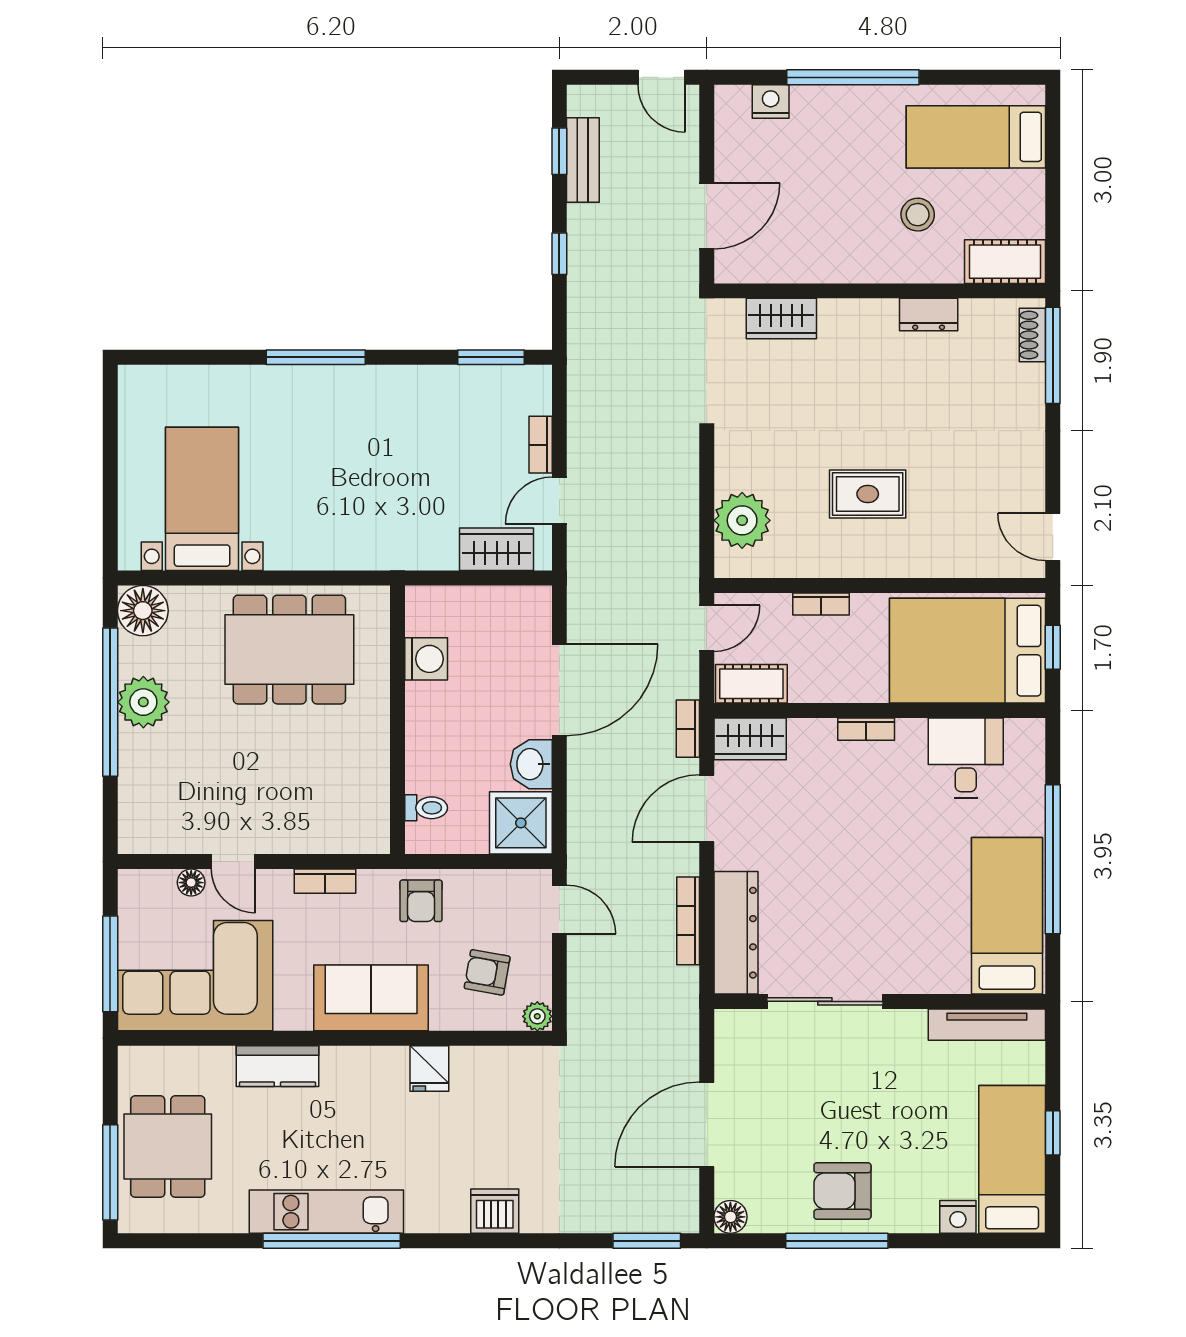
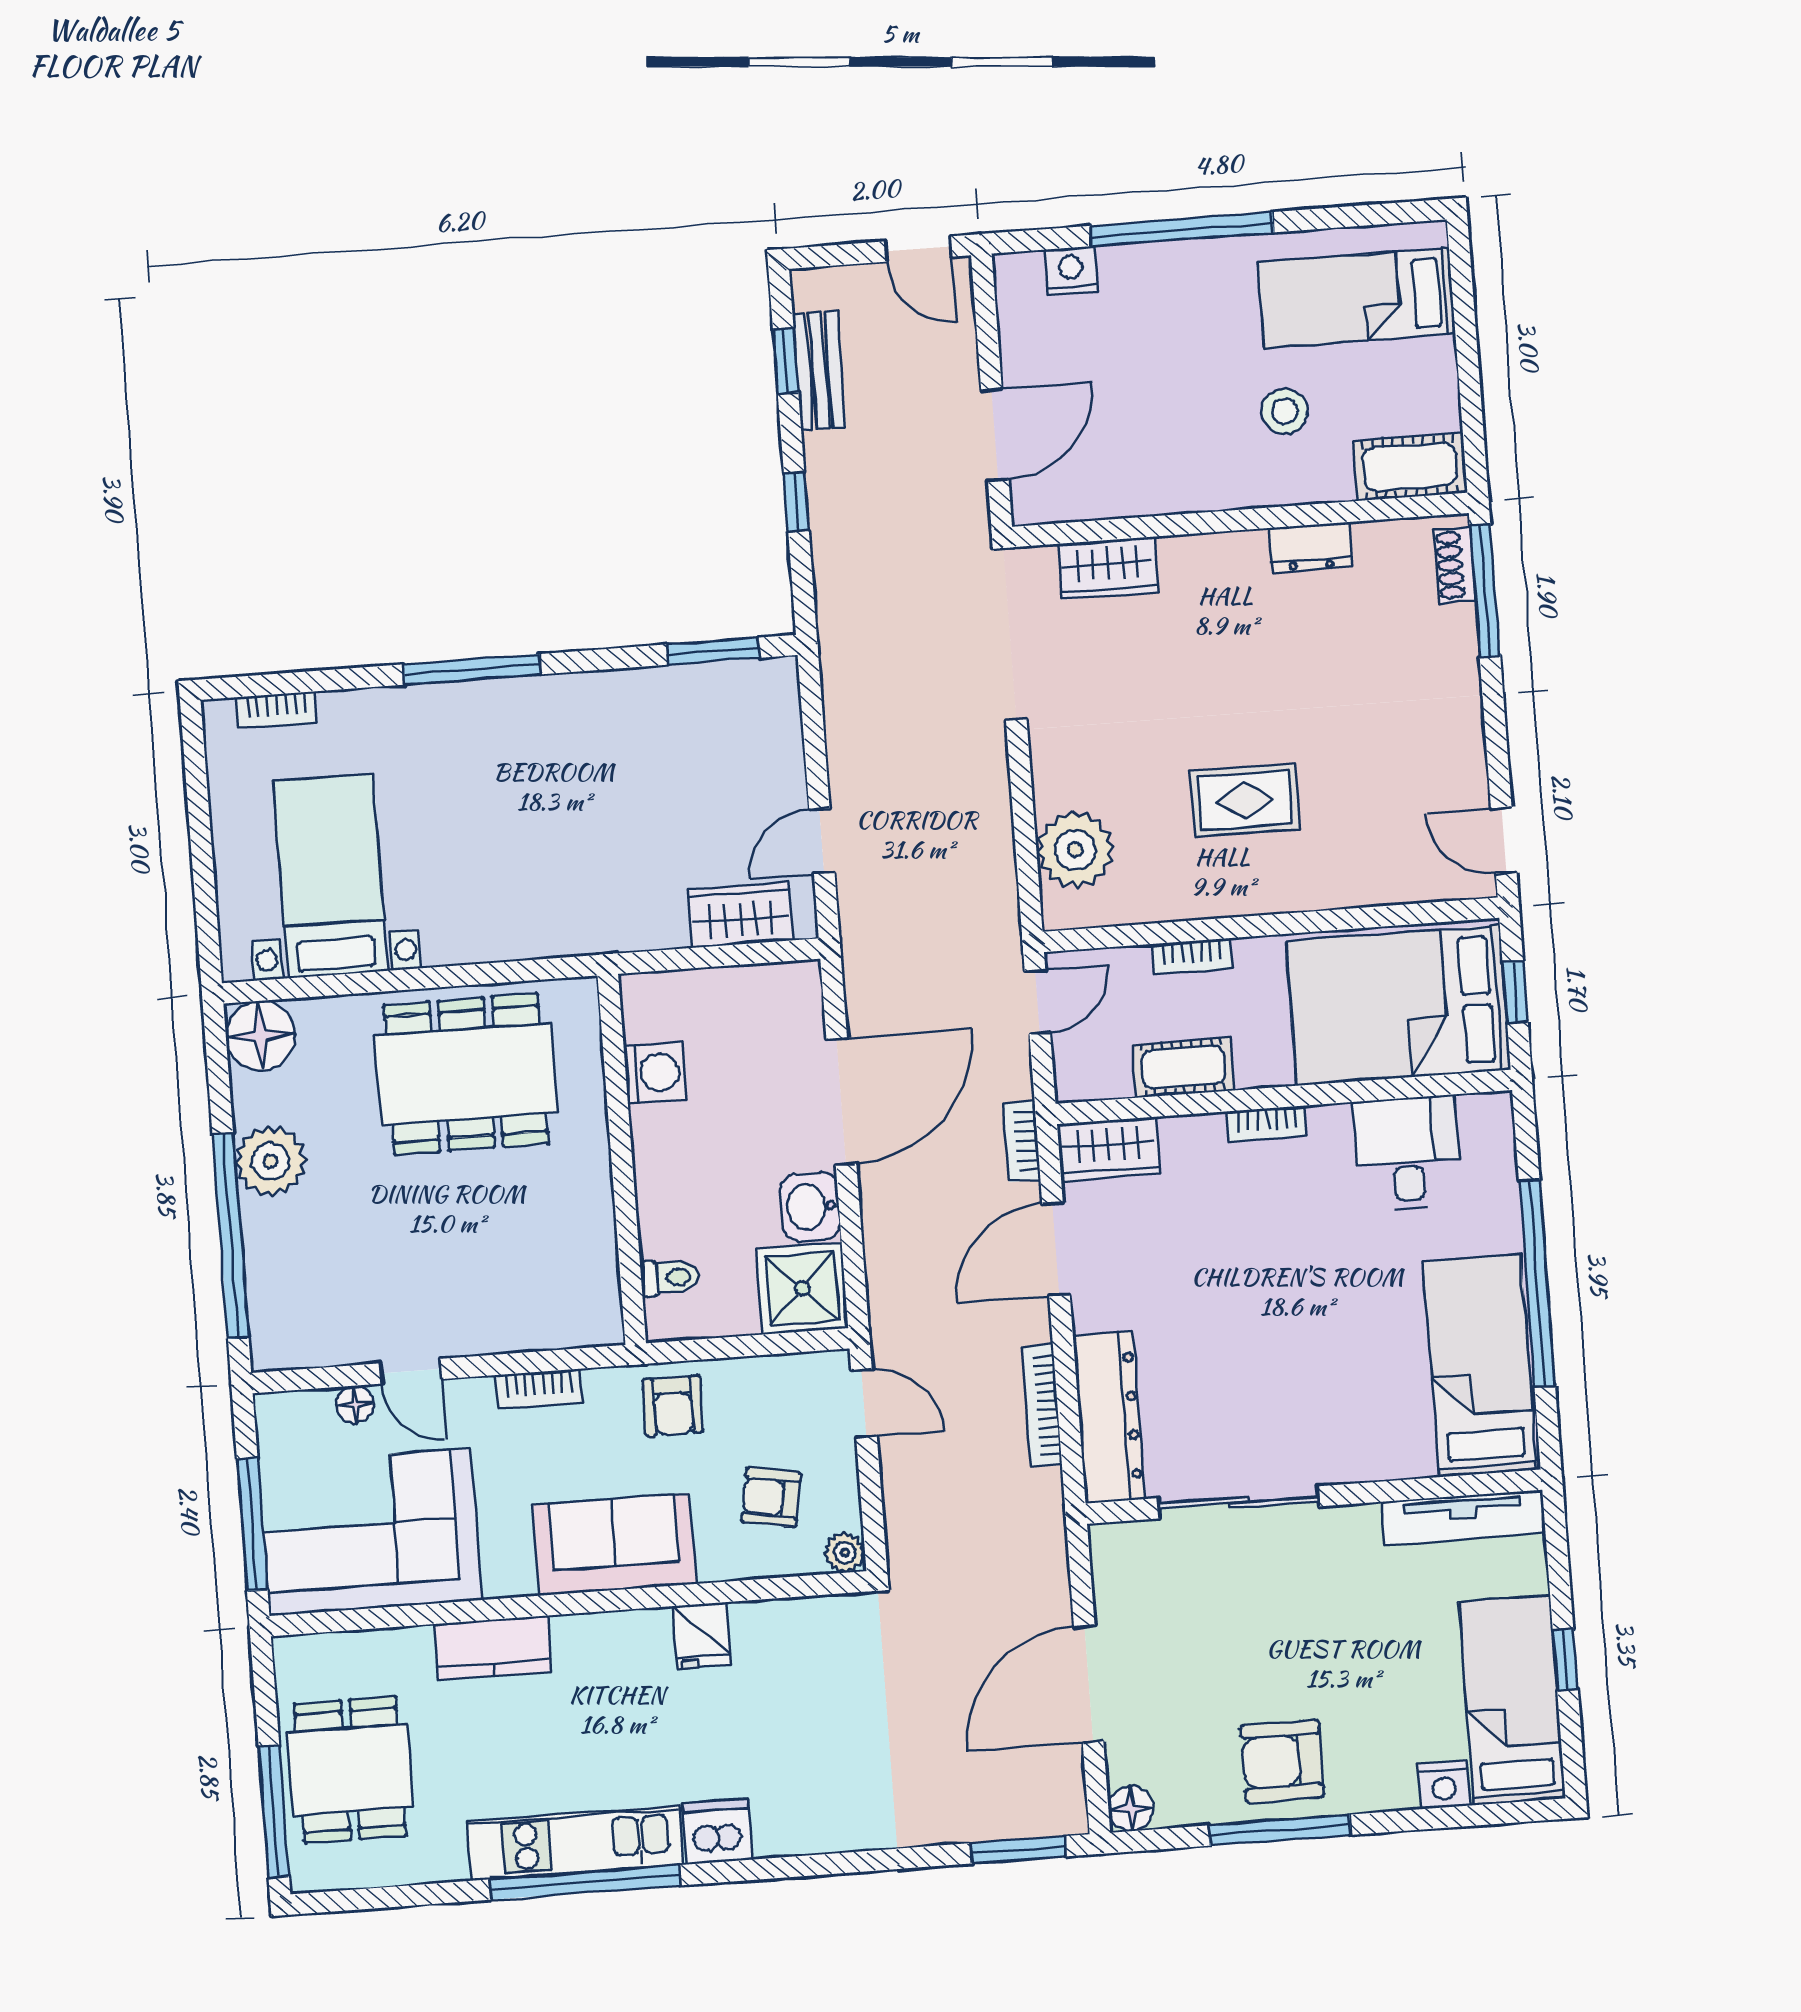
bookcase: (541, 445) -> (277, 710), moved, turned -90
cot: (751, 684) -> (1183, 1067), moved
window: (110, 702) -> (231, 1236), moved
dishwasher: (495, 1211) -> (717, 1831), moved

